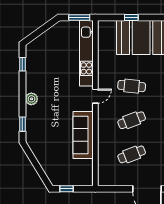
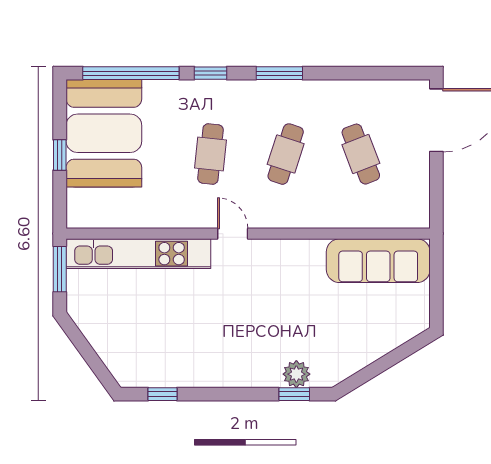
plant: (31, 99) -> (296, 374), moved
cafe table: (132, 120) -> (286, 154), turned 39
sofa: (83, 135) -> (378, 261), moved
window: (67, 189) -> (436, 297), removed

